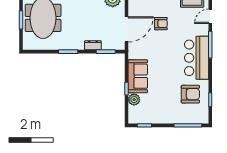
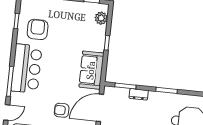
sofa: (138, 76) -> (91, 70), moved
armchair: (190, 94) -> (38, 29), turned 90
plant: (134, 100) -> (101, 18), moved

